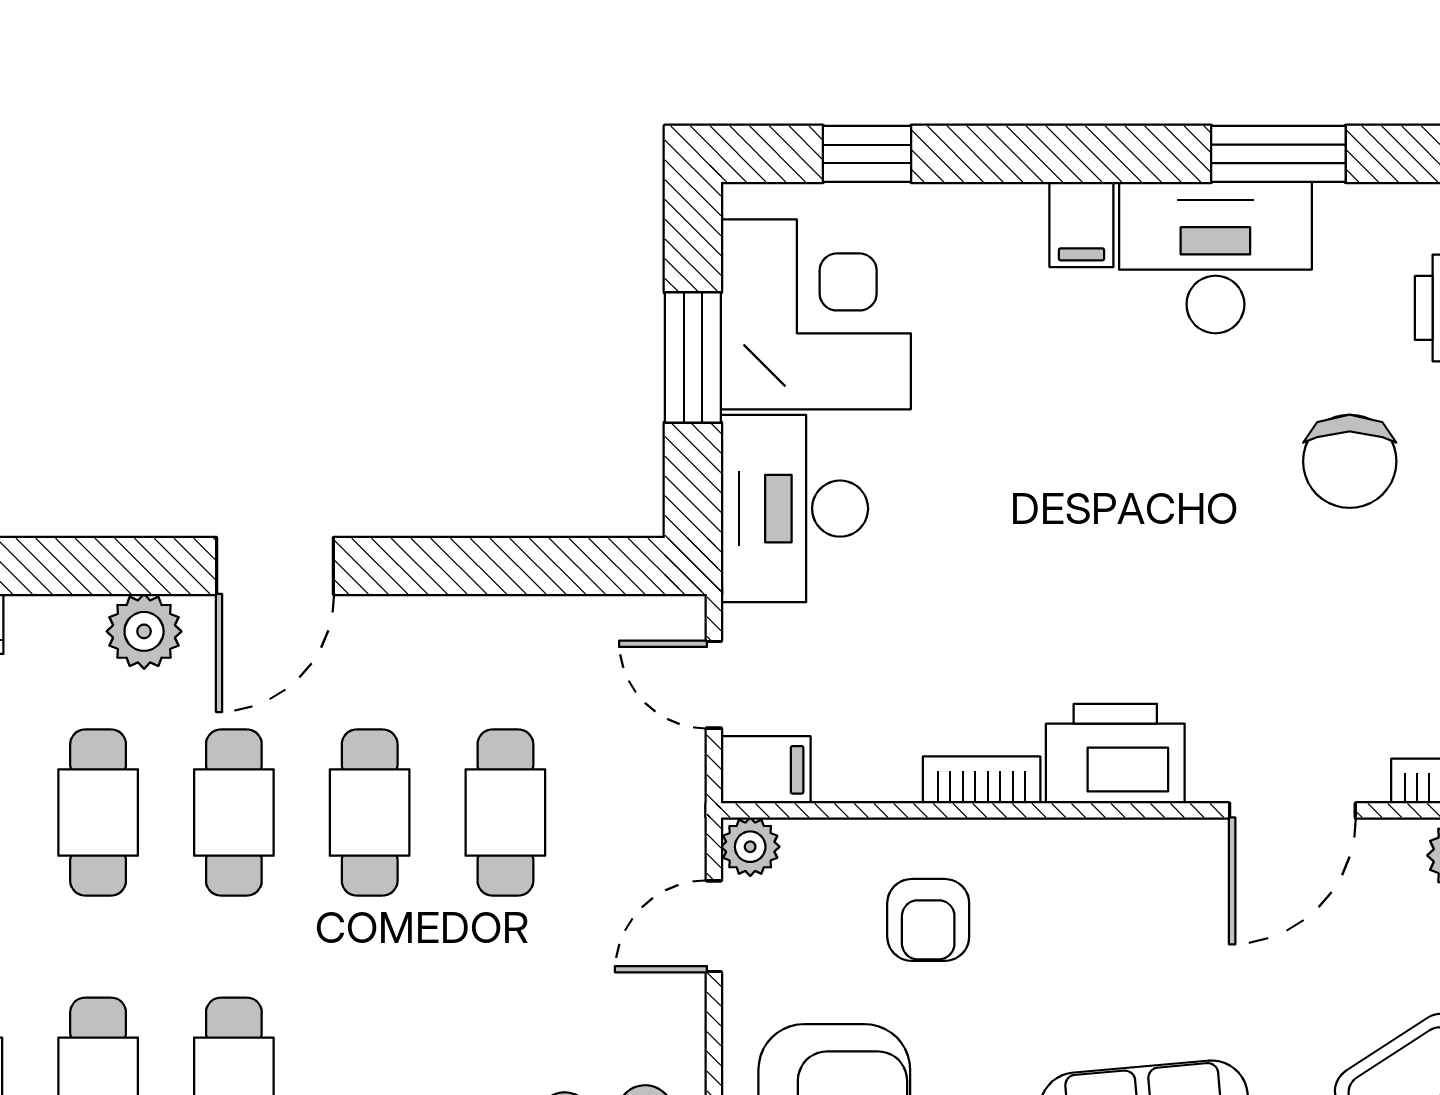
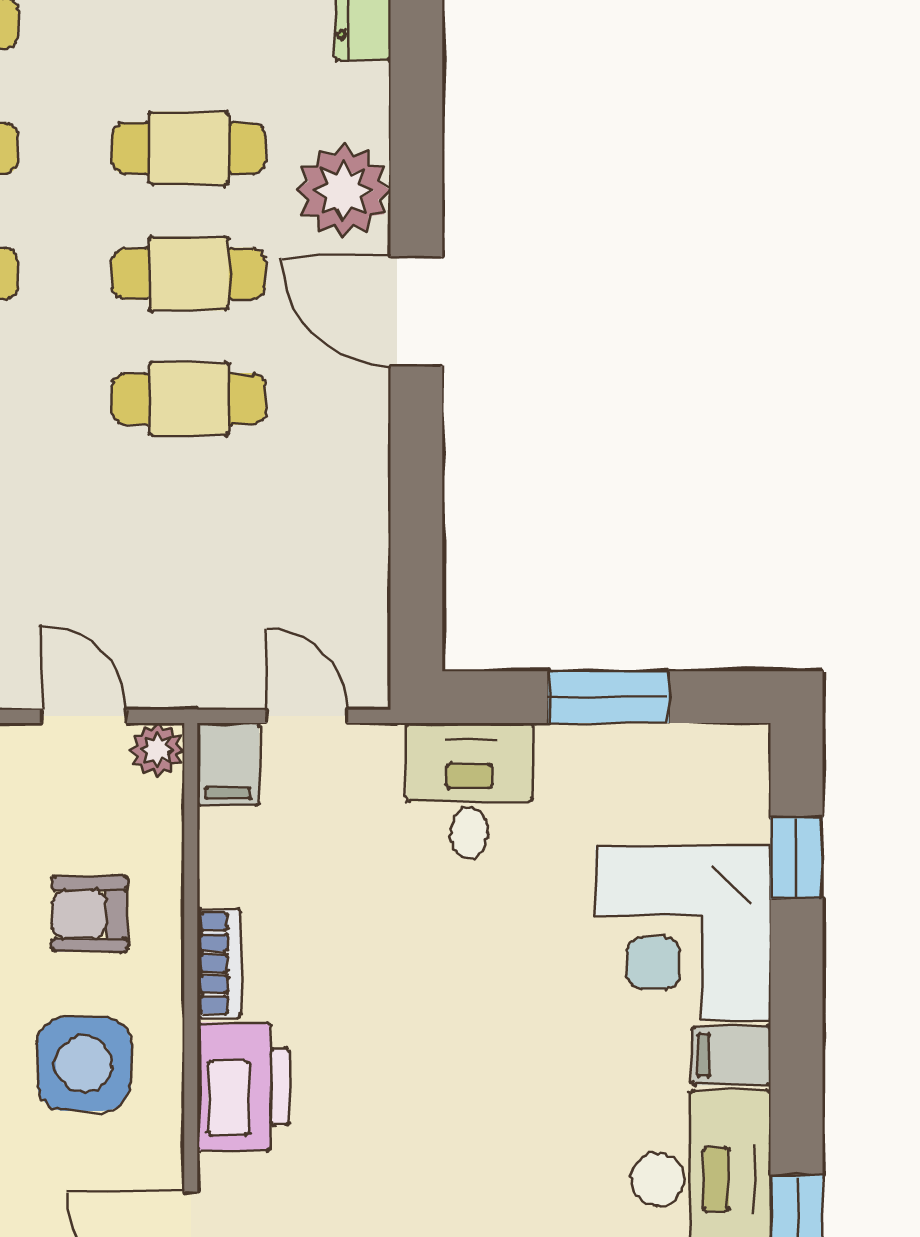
corner desk: (816, 314) -> (683, 933), moved, turned 90
desk: (794, 509) -> (469, 791), width x0.73
plant: (144, 631) -> (343, 191), width x1.36, depth x1.36
door: (714, 685) -> (307, 716), hinge flipped
cafe table: (505, 813) -> (189, 524), removed
side table: (1091, 926) -> (84, 1064), added

